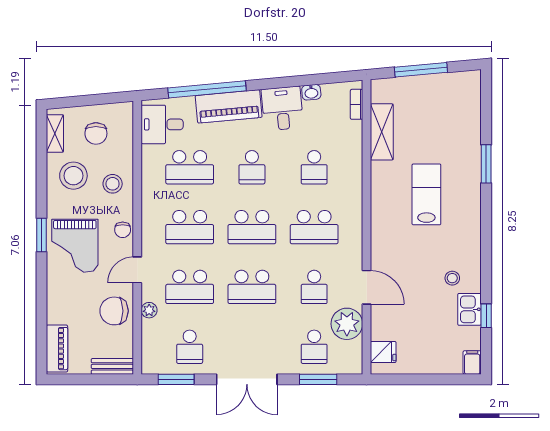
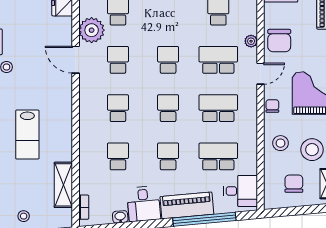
stool: (431, 93) -> (24, 216), added
school desk: (252, 227) -> (168, 108), width x0.54
school desk: (314, 227) -> (118, 108), width x0.54
school desk: (252, 287) -> (168, 60), width x0.54
chair: (114, 311) -> (279, 41), turned 90

